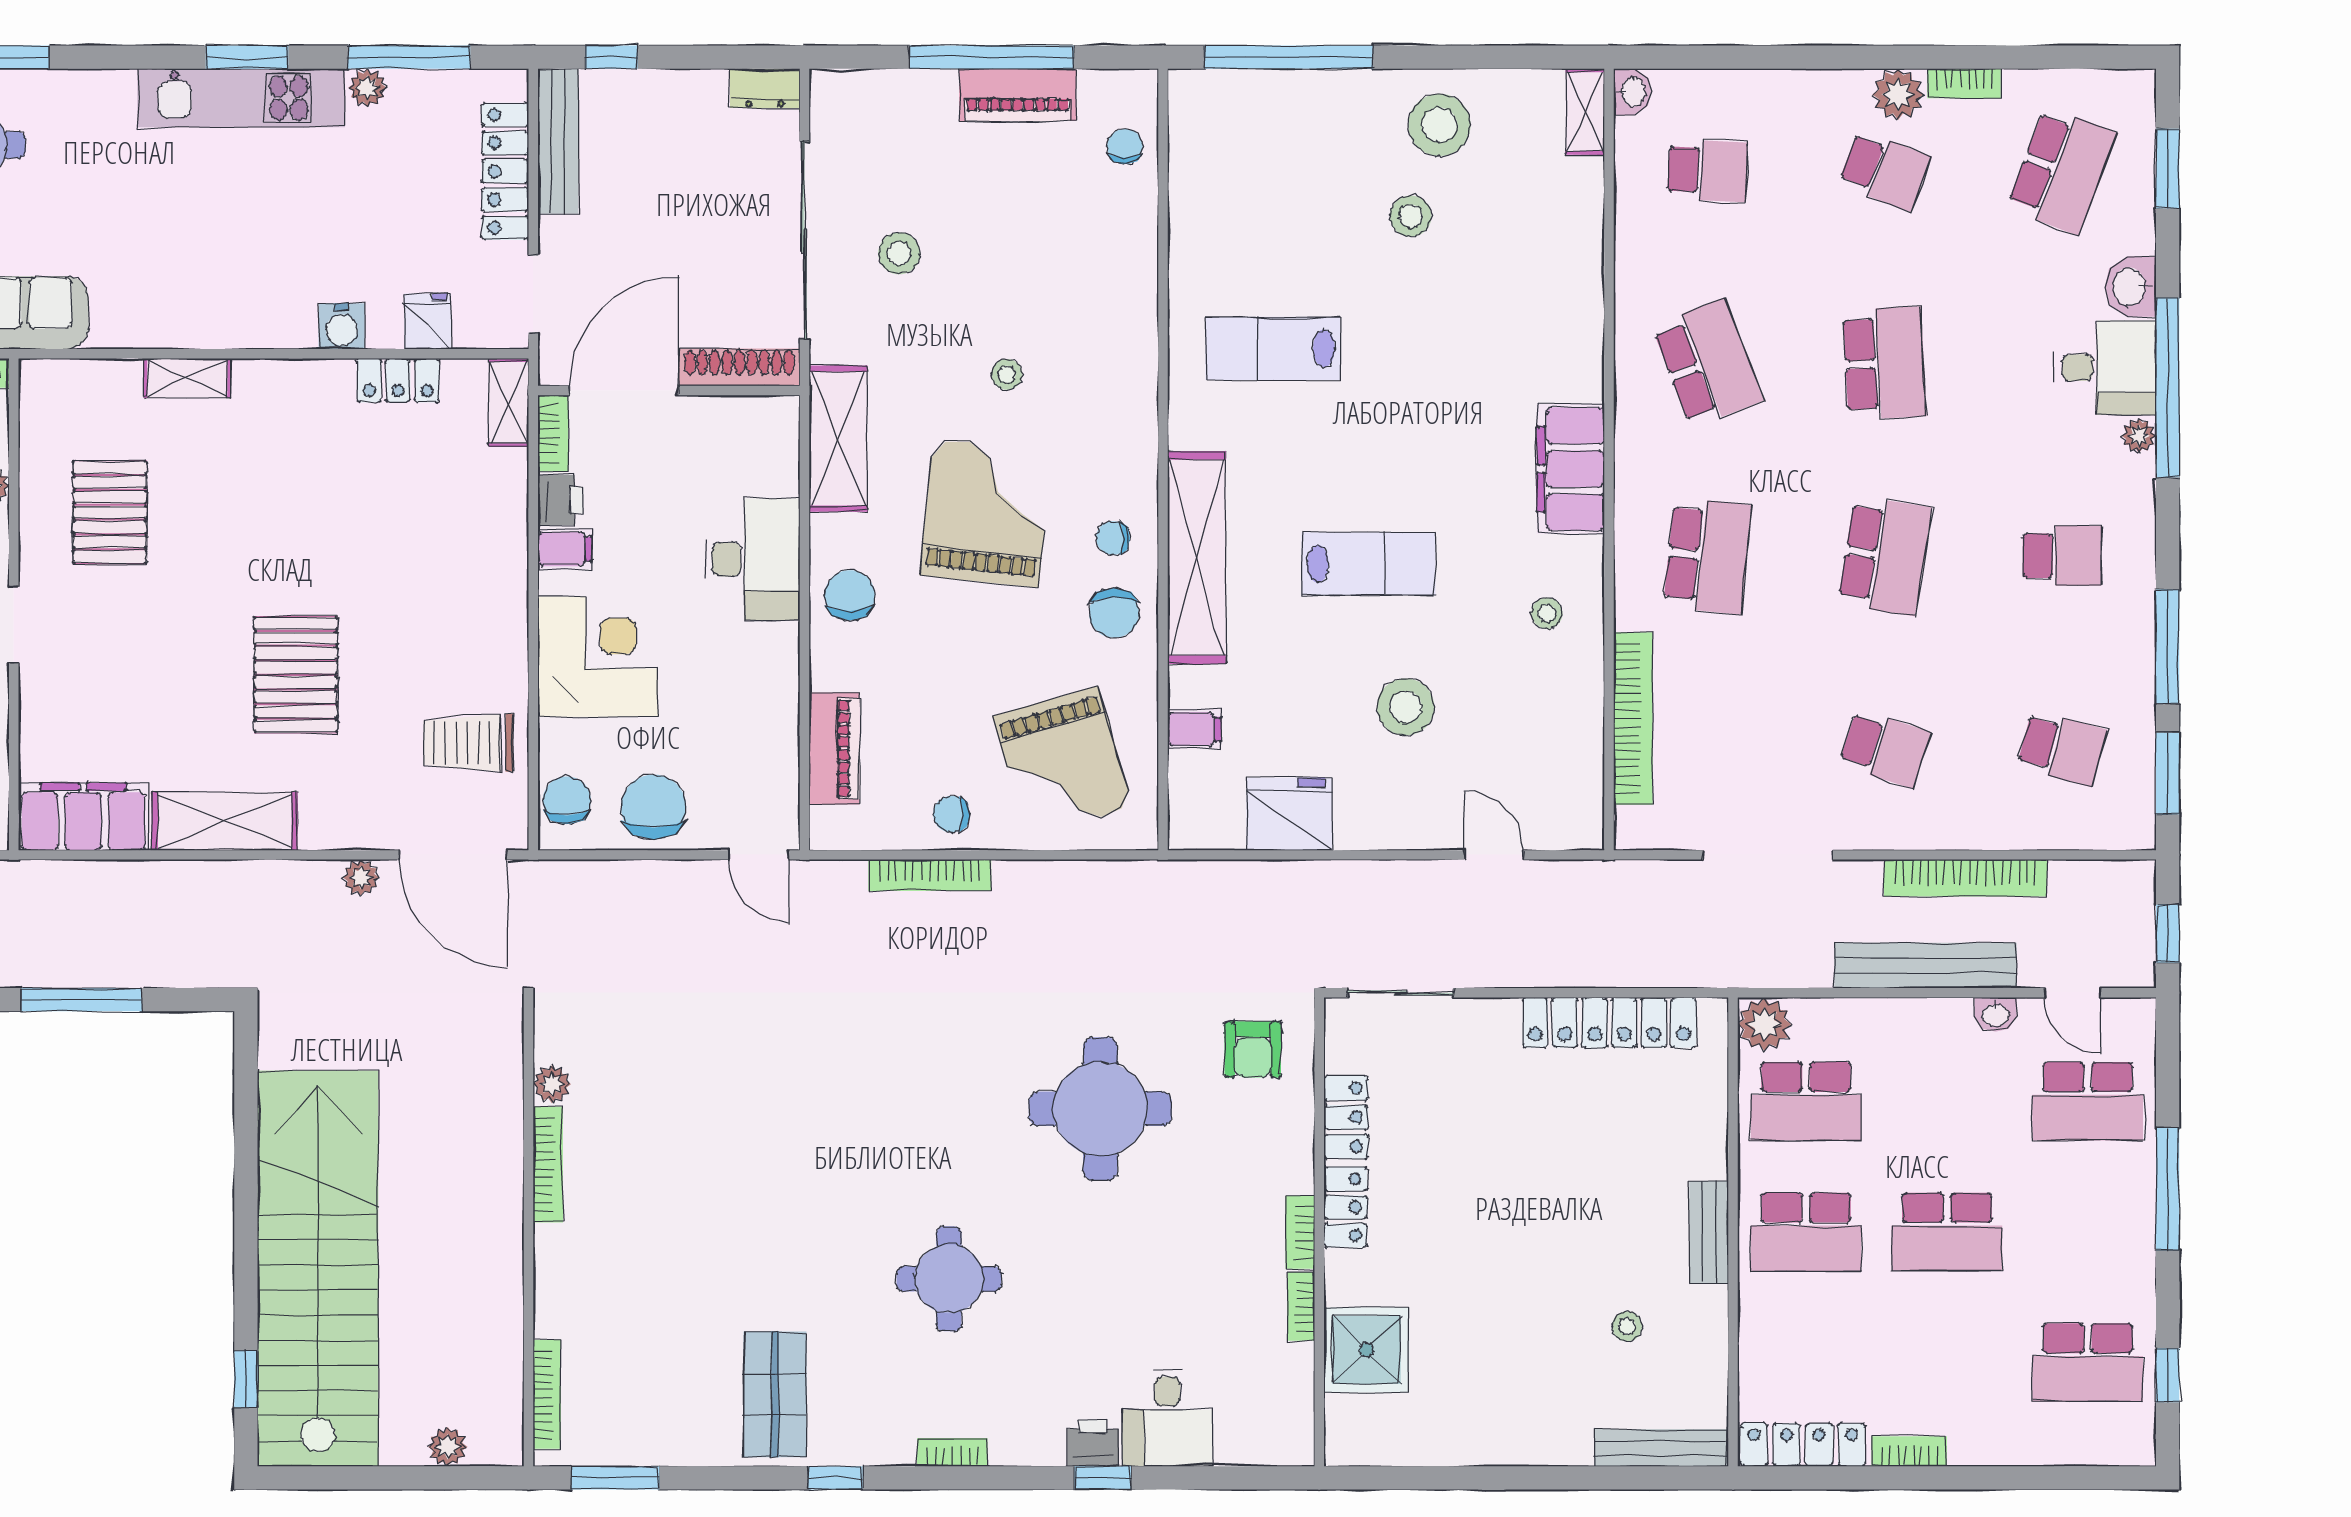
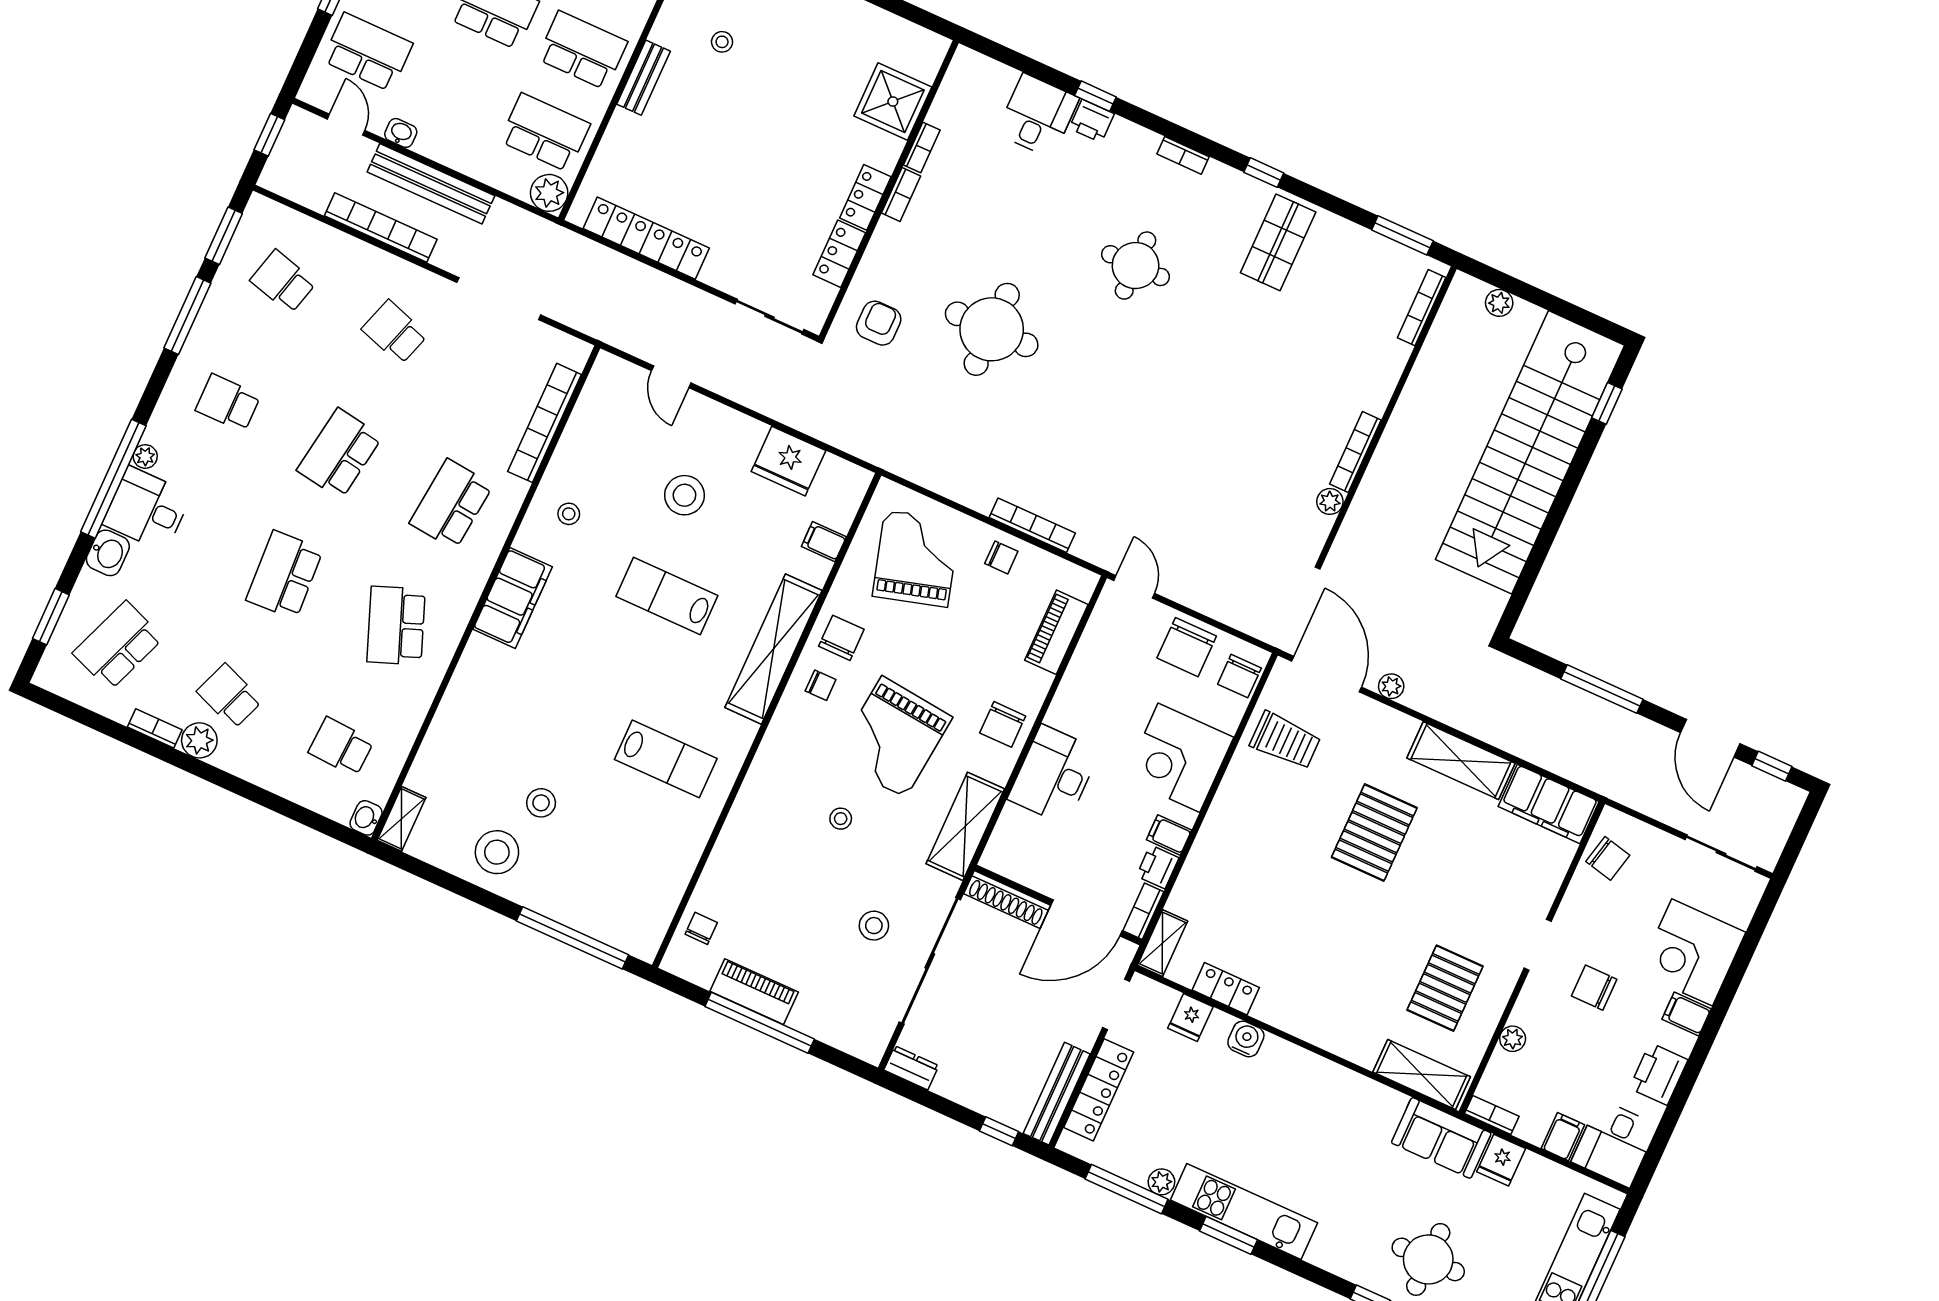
chair: (1125, 146) -> (701, 928), turned 180
shelving: (187, 378) -> (1422, 1074), moved, width x1.50, depth x1.33

